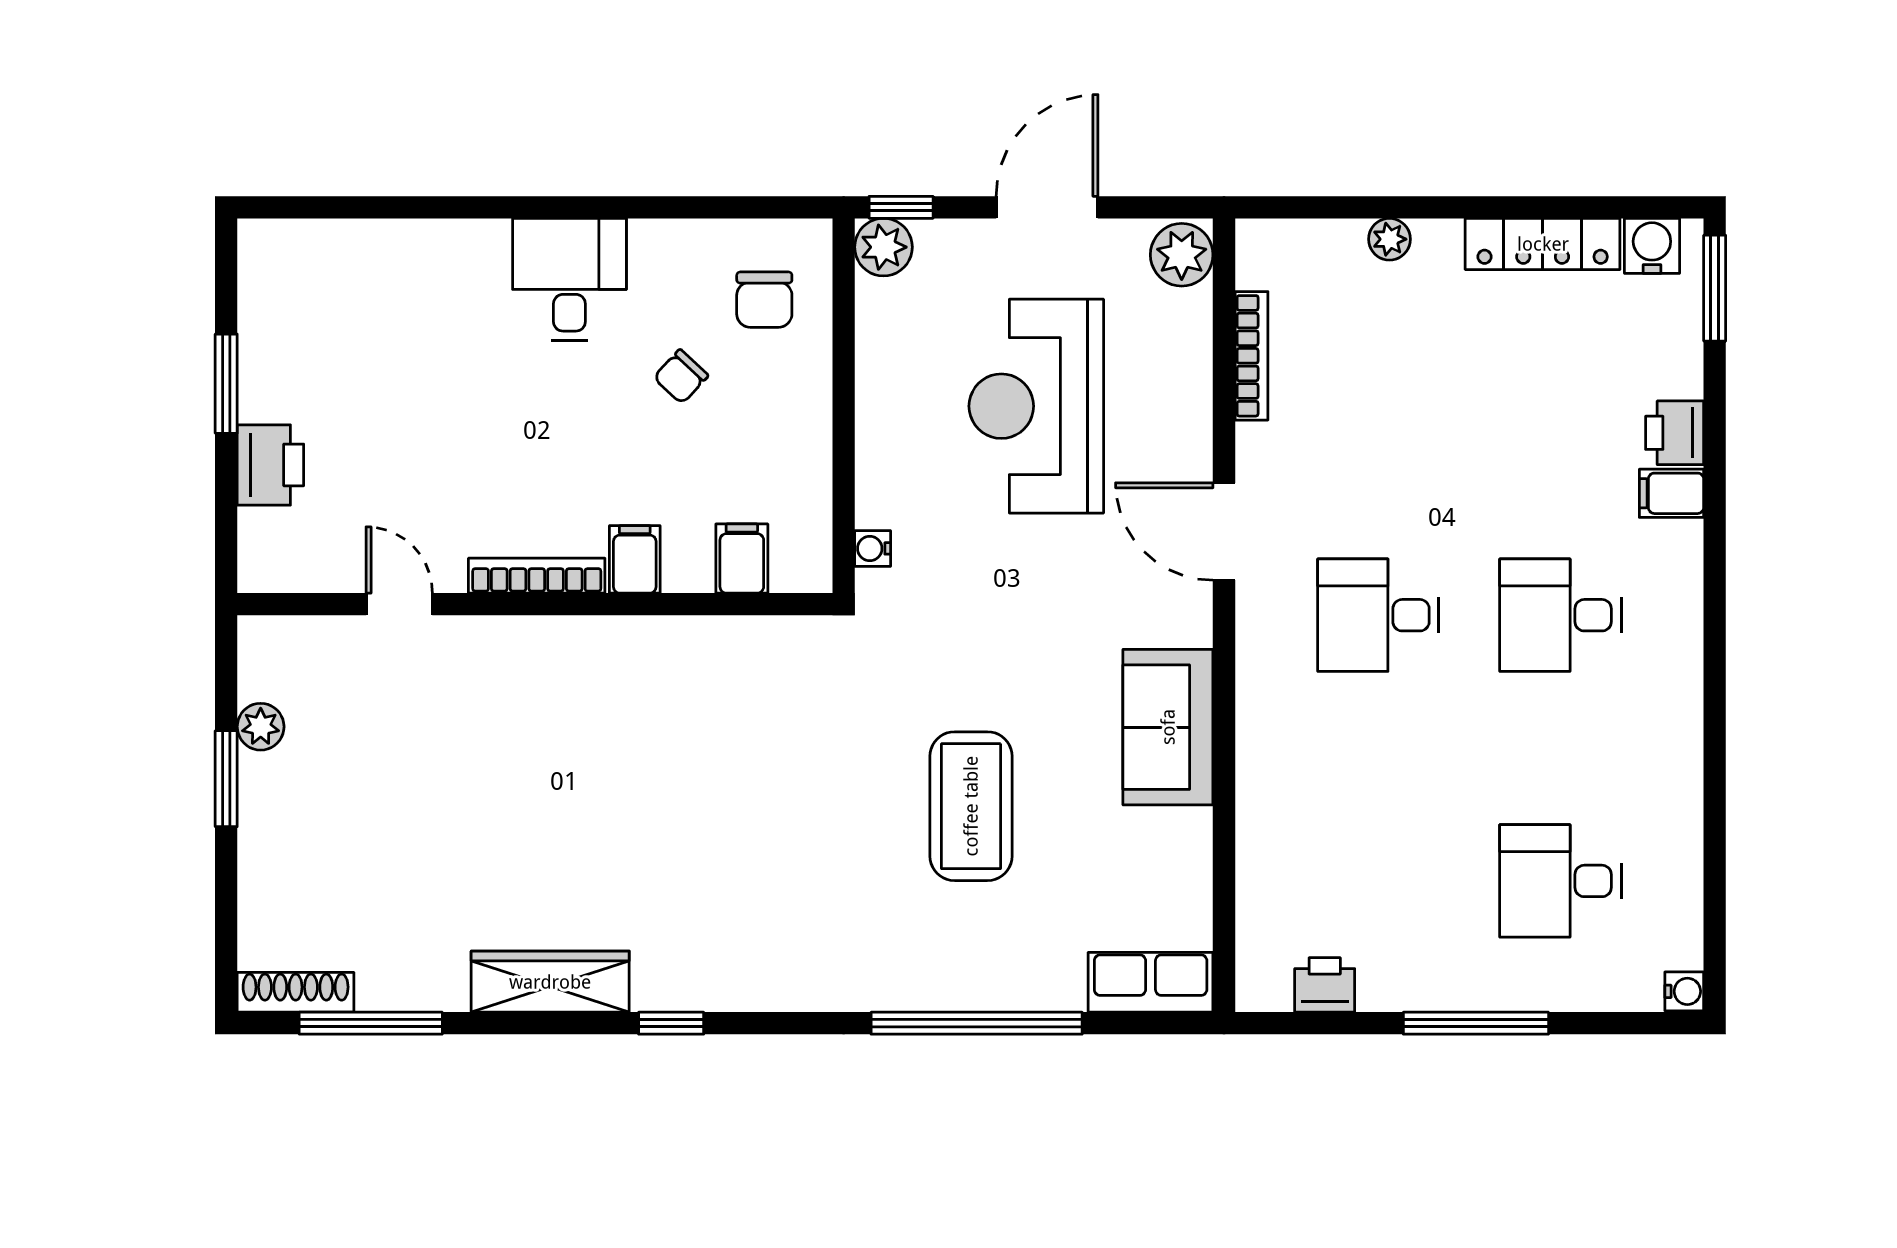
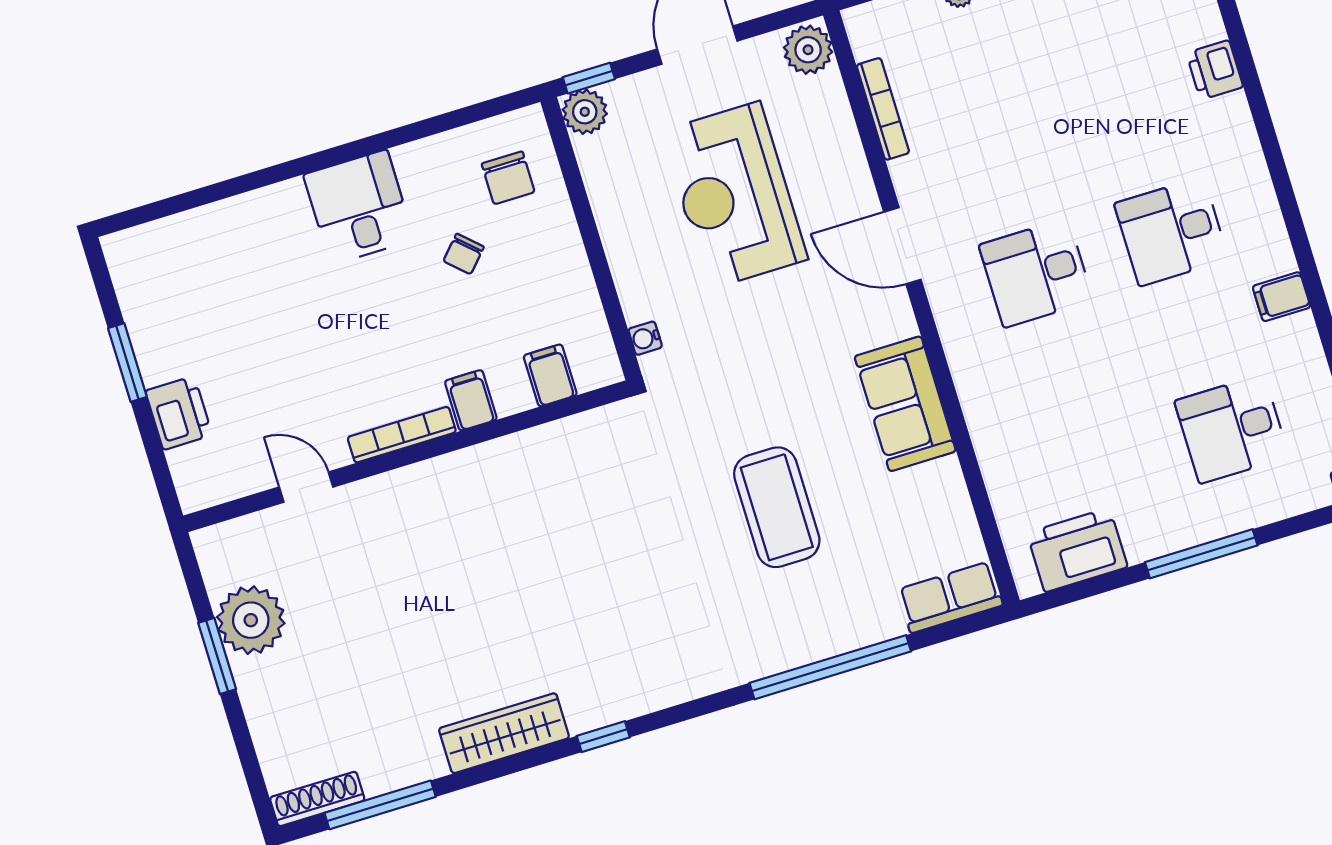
filing cabinet: (1671, 493) -> (1282, 297), moved
plant: (261, 727) -> (251, 620), width x1.88, depth x1.88
printer: (1325, 985) -> (1077, 550), width x1.87, depth x1.48

